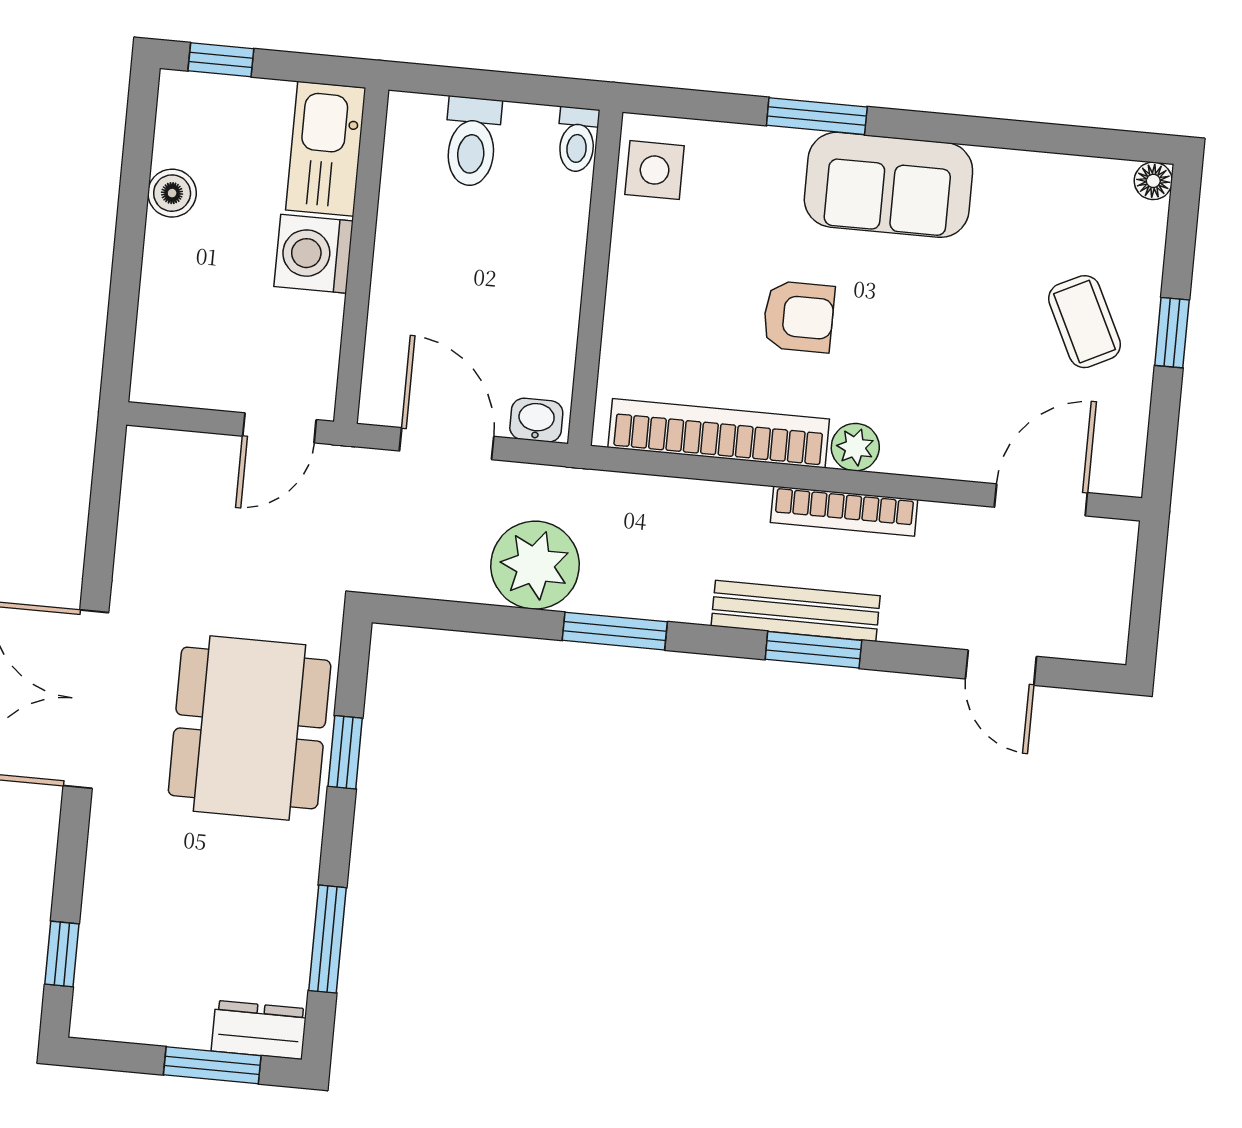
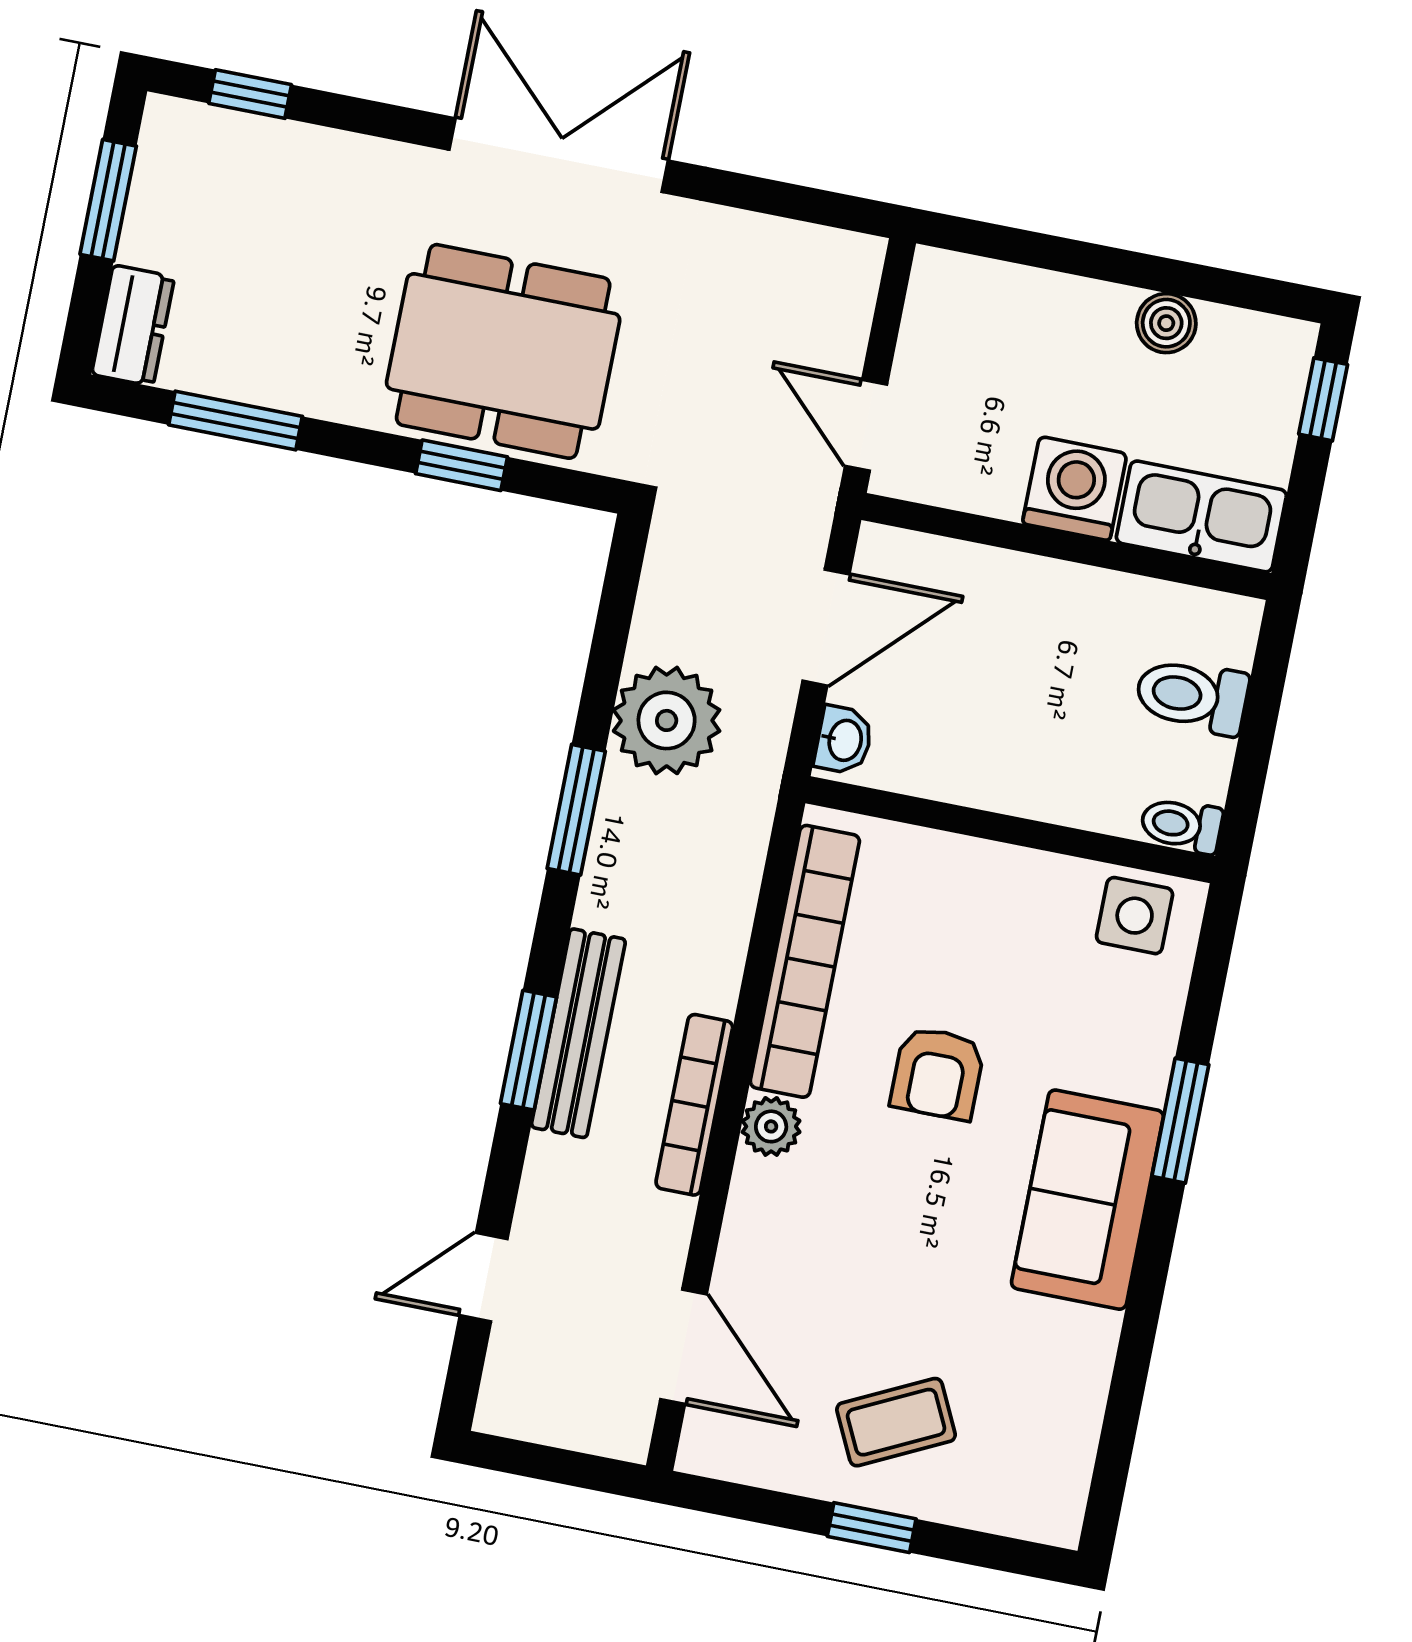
floor lamp: (1153, 181) -> (1059, 1524), removed
window: (212, 1065) -> (108, 200), moved

